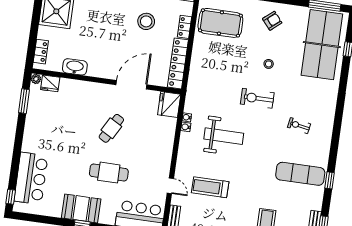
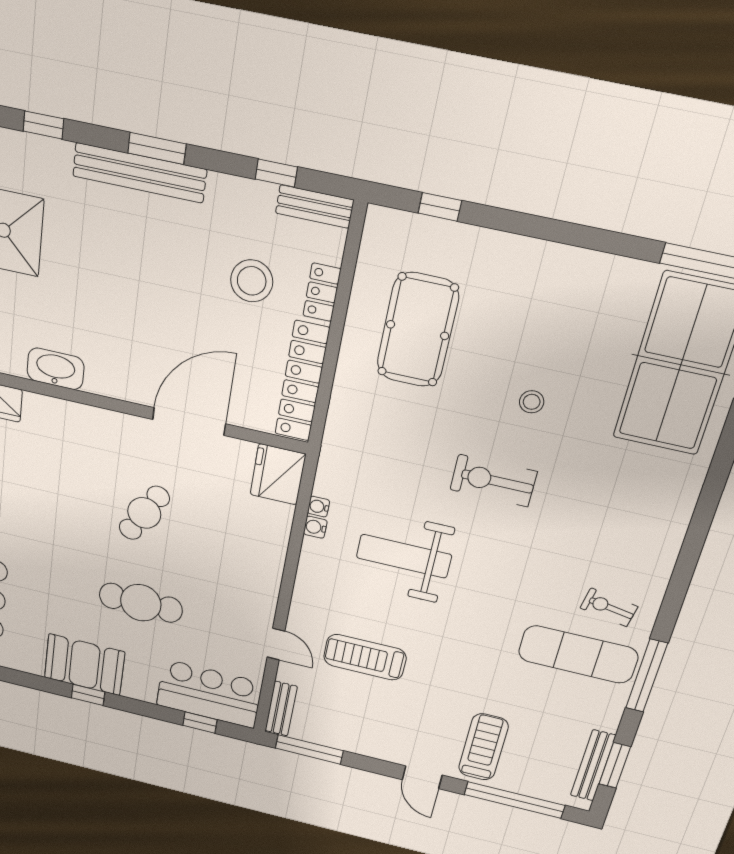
stool: (146, 21) -> (252, 281), moved
armchair: (272, 21) -> (554, 293), removed
pool table: (220, 23) -> (418, 330), moved, turned 90
exercise bike: (299, 126) -> (609, 607), moved
weight bench: (224, 136) -> (404, 556), turned 180
window: (329, 180) -> (646, 676), width x2.17

